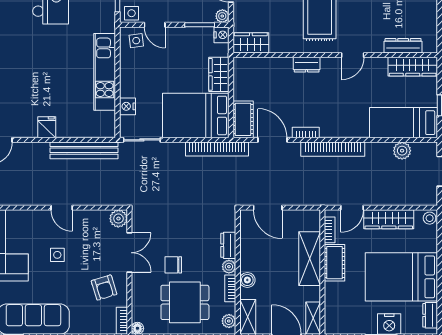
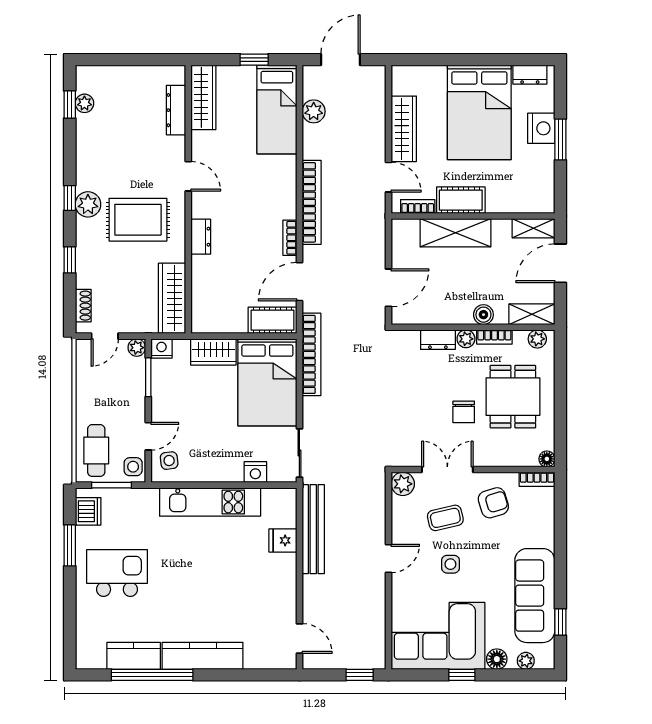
wardrobe: (251, 43) -> (172, 298), width x1.50
fridge: (47, 127) -> (283, 540), moved
stool: (430, 218) -> (402, 75), removed
coffee table: (93, 251) -> (445, 518), added

